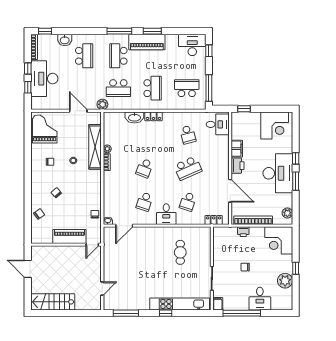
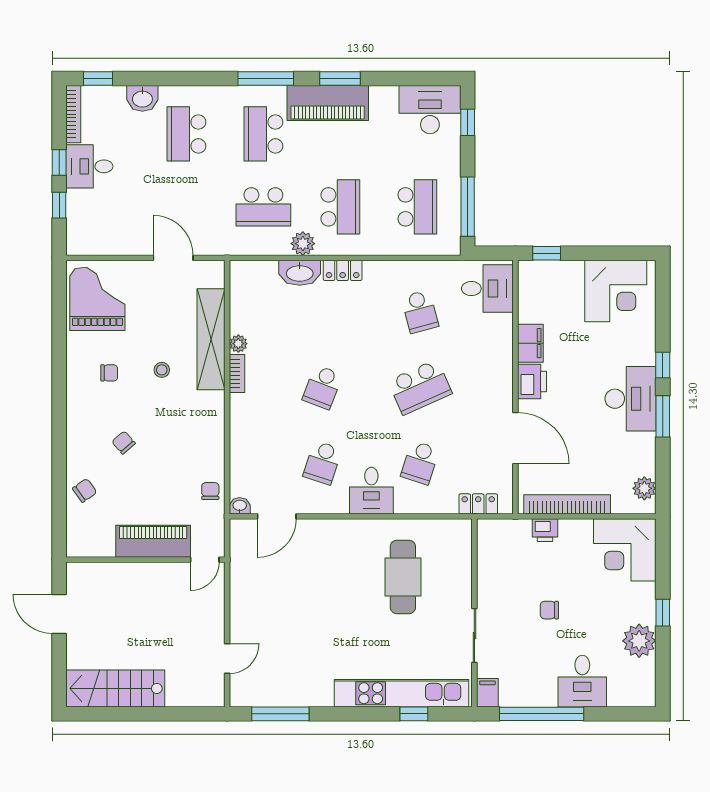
school desk: (84, 56) -> (186, 134), turned 180
desk: (44, 79) -> (89, 166), width x0.53, depth x0.77
school desk: (187, 88) -> (417, 207), turned 90
plant: (102, 104) -> (303, 244), moved
desk: (278, 173) -> (631, 399), width x0.73, depth x0.77
cafe table: (180, 252) -> (403, 577), width x1.37, depth x1.35
window: (166, 313) -> (414, 714), moved

